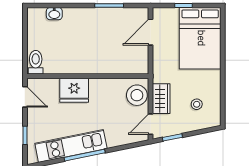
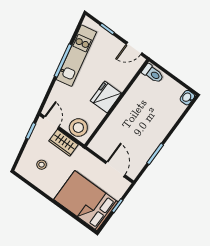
washbasin: (54, 14) -> (187, 98), moved
fridge: (74, 90) -> (106, 97), moved

